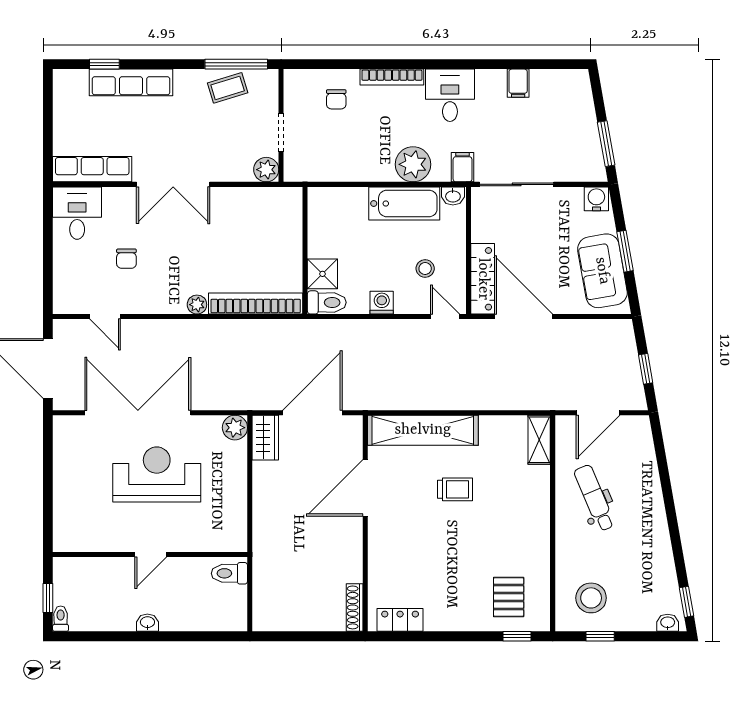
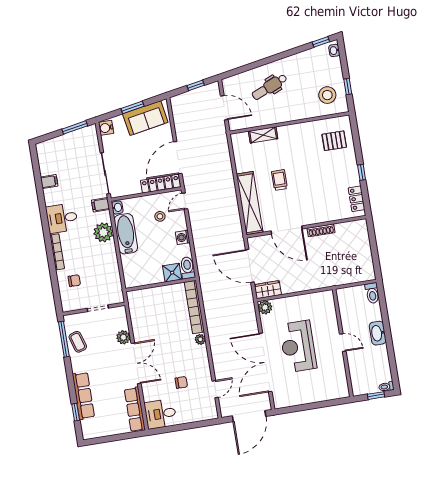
plant: (266, 170) -> (123, 337), moved
shelving: (539, 440) -> (263, 135), moved
dental chair: (595, 498) -> (269, 87), moved
toilet: (229, 573) -> (372, 293), moved
shoe rack: (355, 607) -> (321, 230), moved
washbasin: (147, 623) -> (378, 333), width x1.91, depth x1.45
window: (517, 636) -> (362, 172), moved

